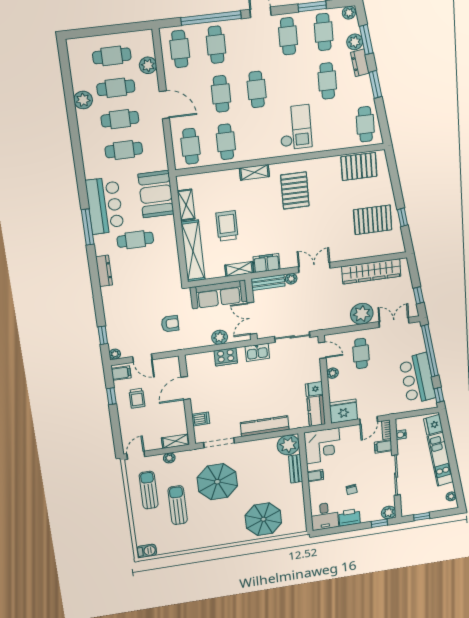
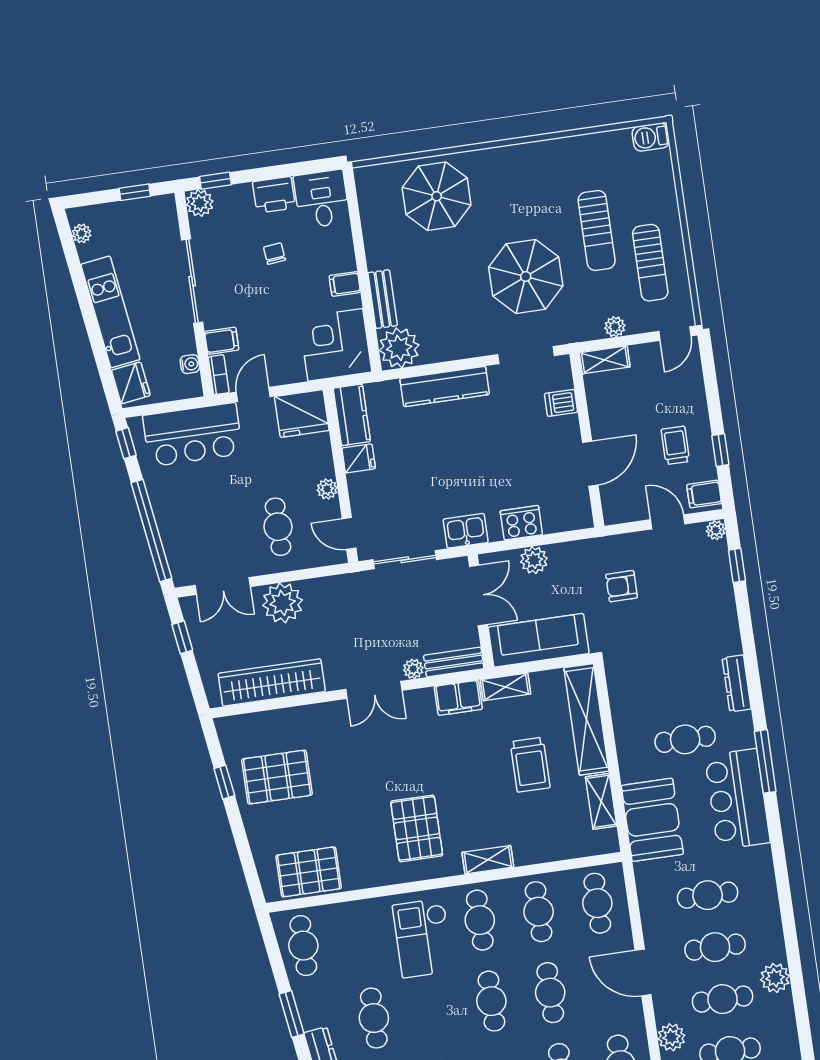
cafe table: (261, 137) -> (480, 920), added
bar counter: (417, 379) -> (193, 435), moved, turned 98

